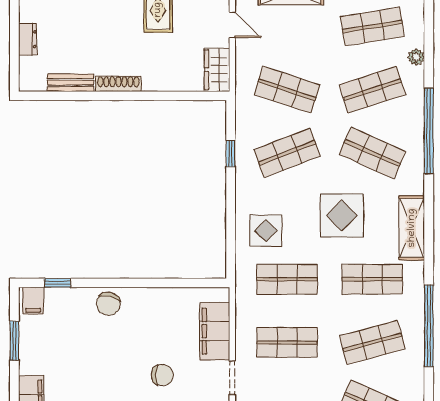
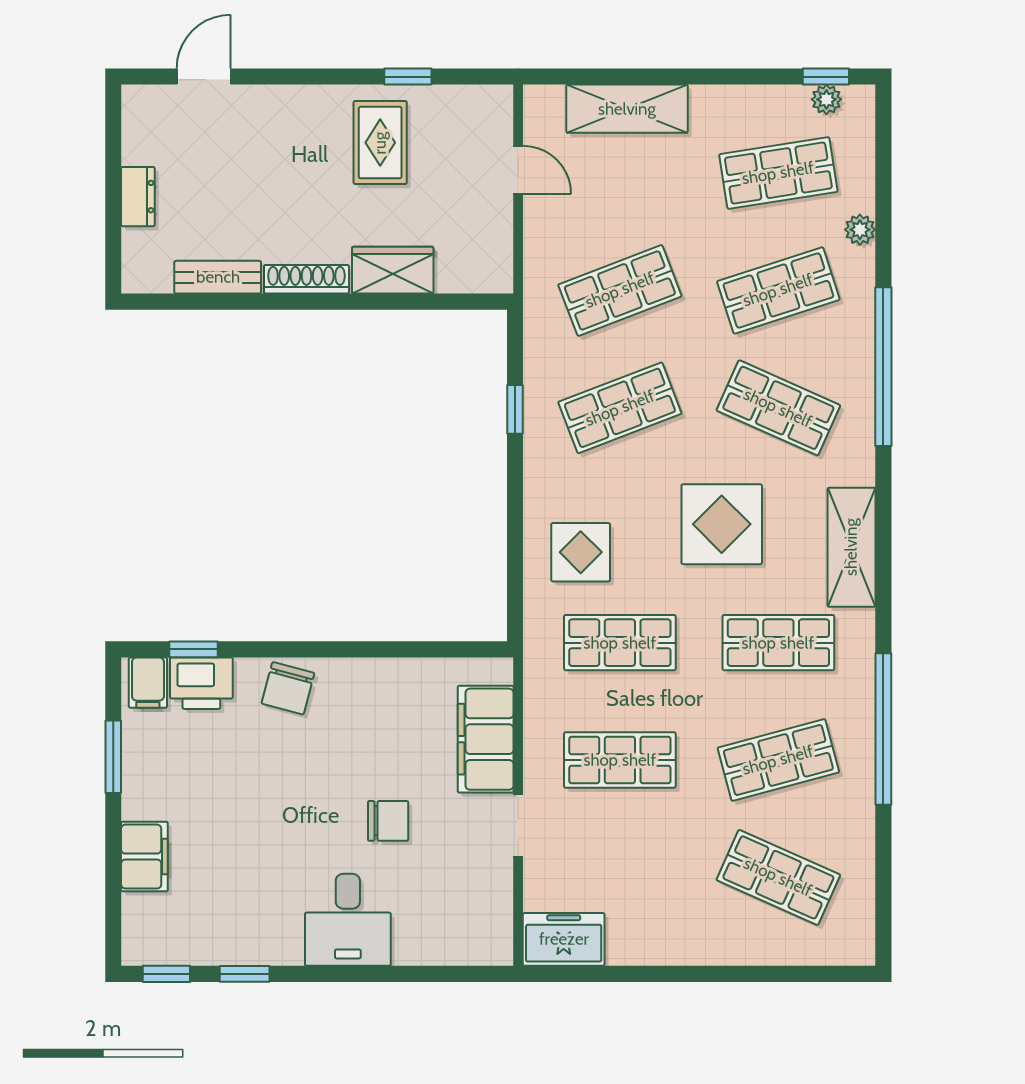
wardrobe: (217, 70) -> (393, 270), moved, turned 90
shop shelf: (287, 90) -> (620, 290), turned -39
printer: (62, 301) -> (201, 683), added

